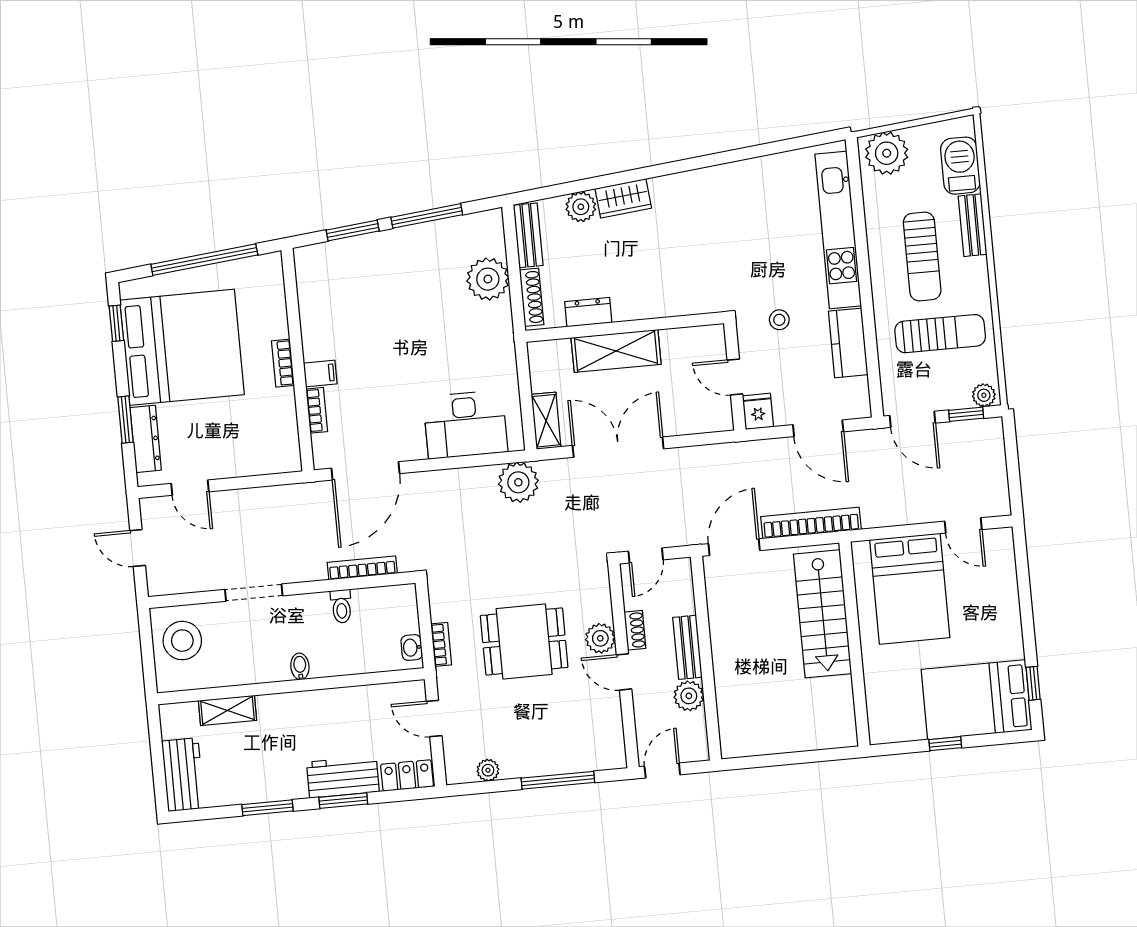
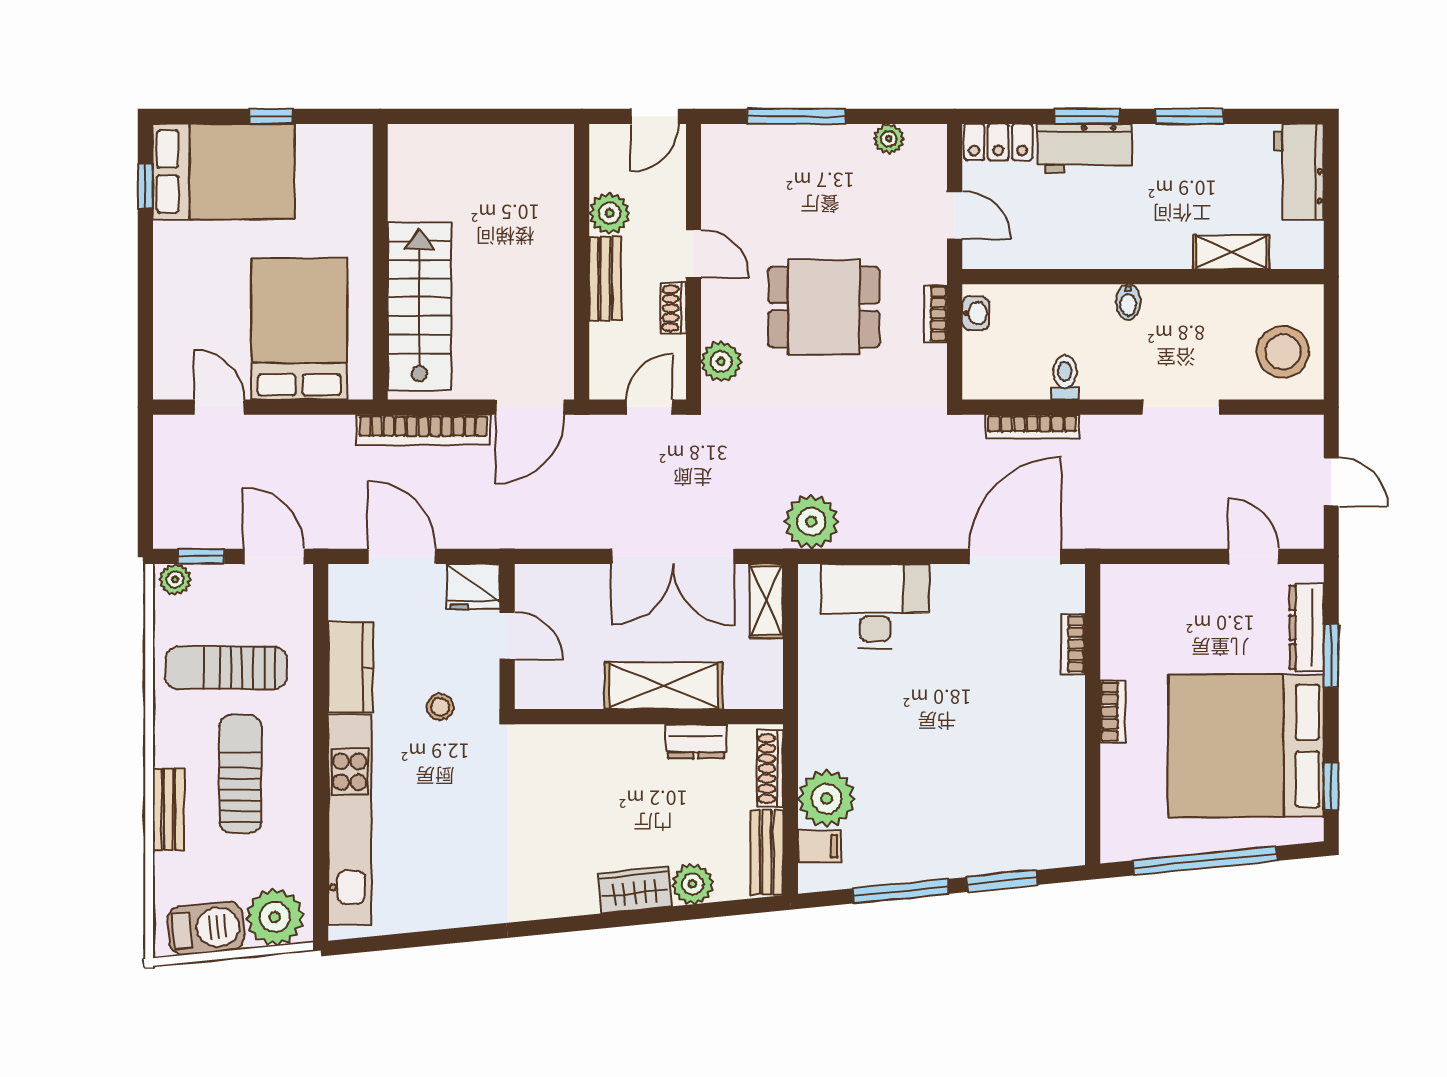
barbecue: (960, 166) -> (206, 928), moved, turned -96
filing cabinet: (320, 374) -> (819, 846), moved, turned 180
fridge: (758, 411) -> (473, 587), width x1.38
plant: (600, 638) -> (721, 362), moved

